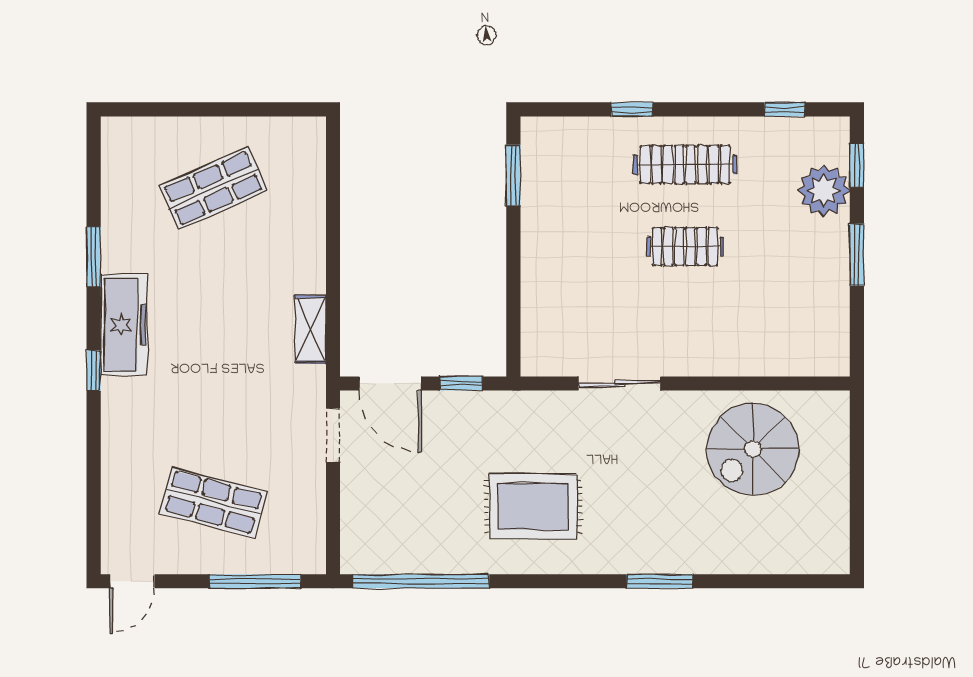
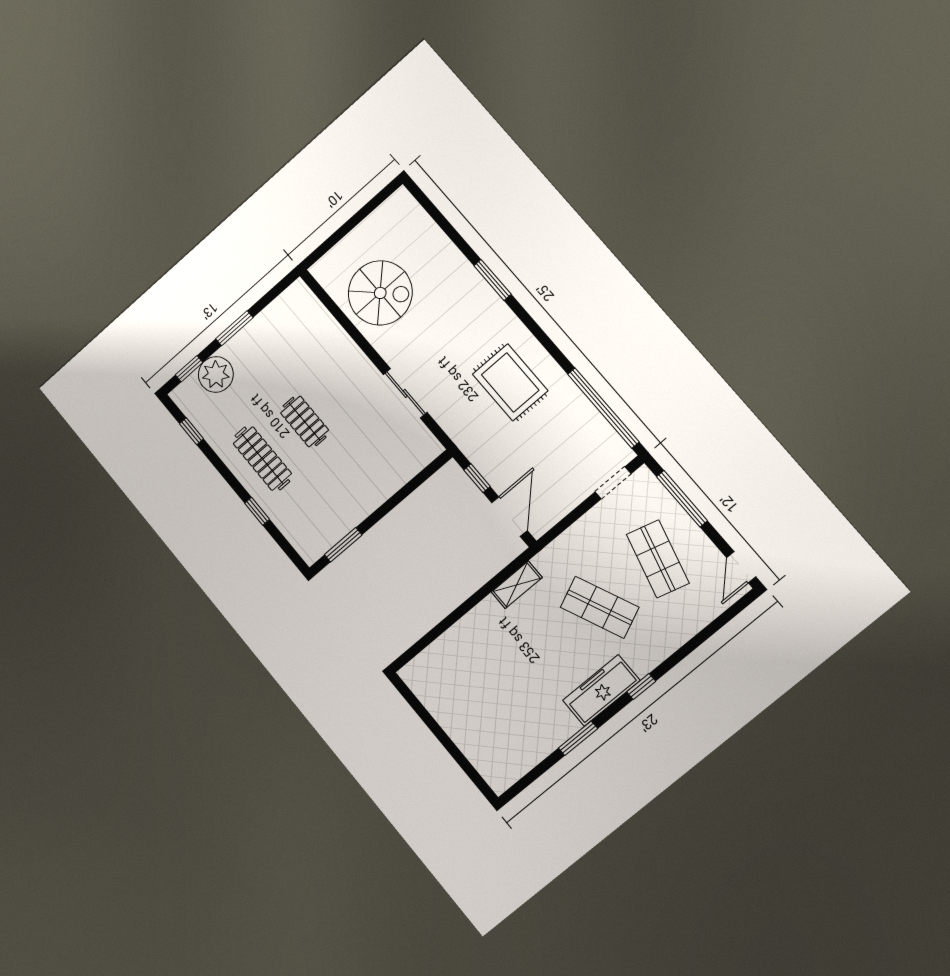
shop shelf: (213, 188) -> (600, 607), moved
doorway: (333, 435) -> (613, 483), moved
door: (132, 581) -> (741, 567), swing flipped

